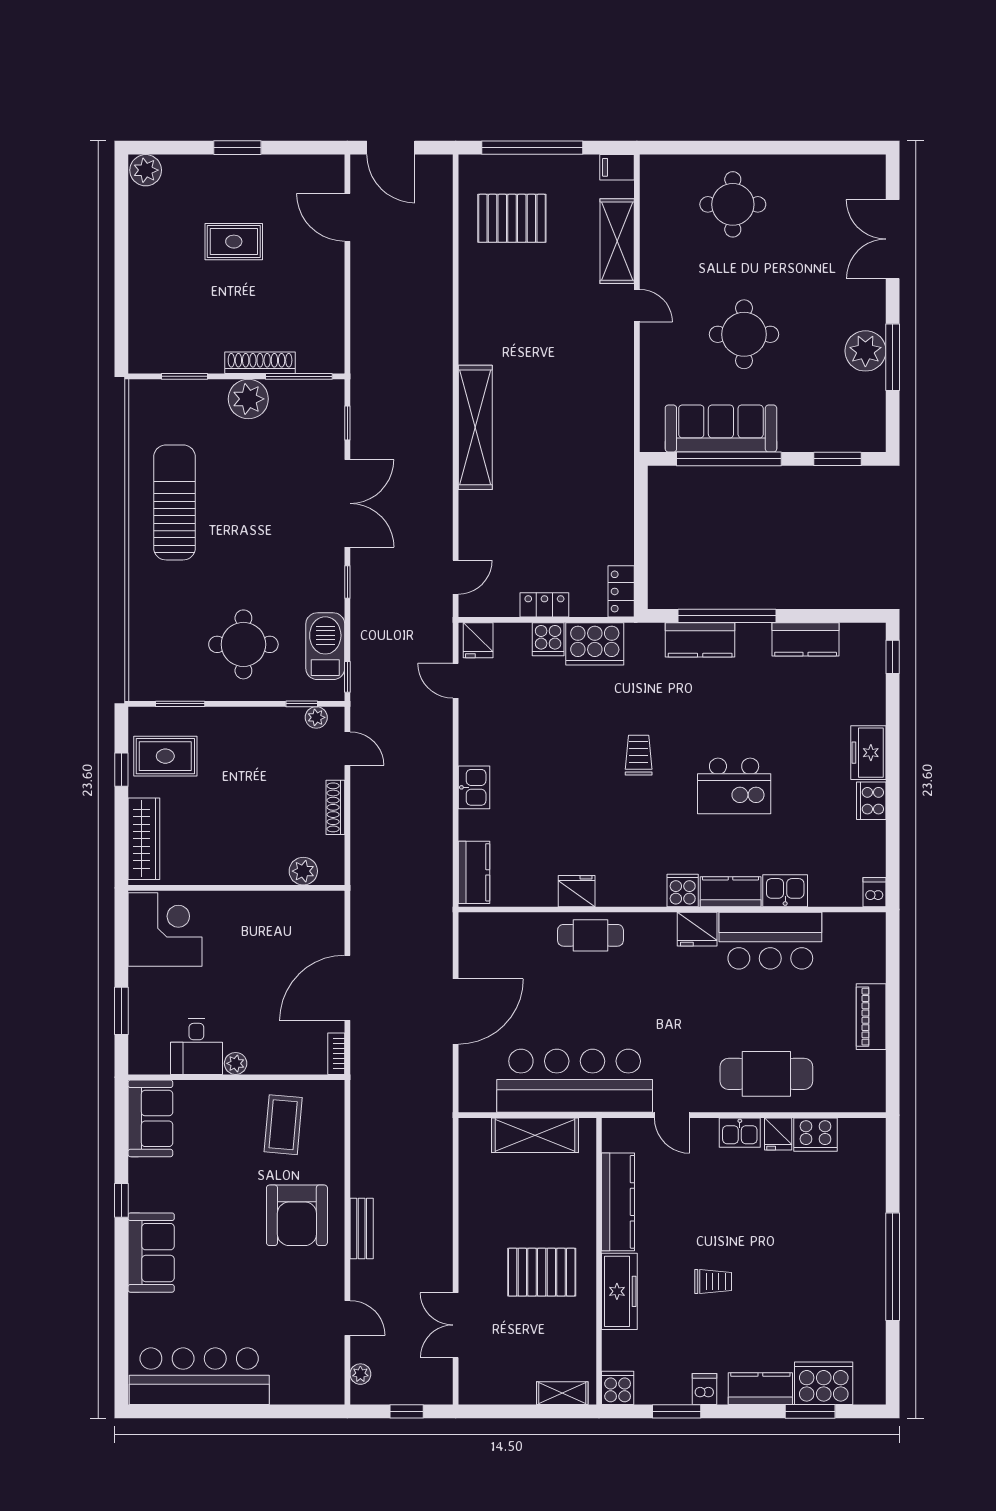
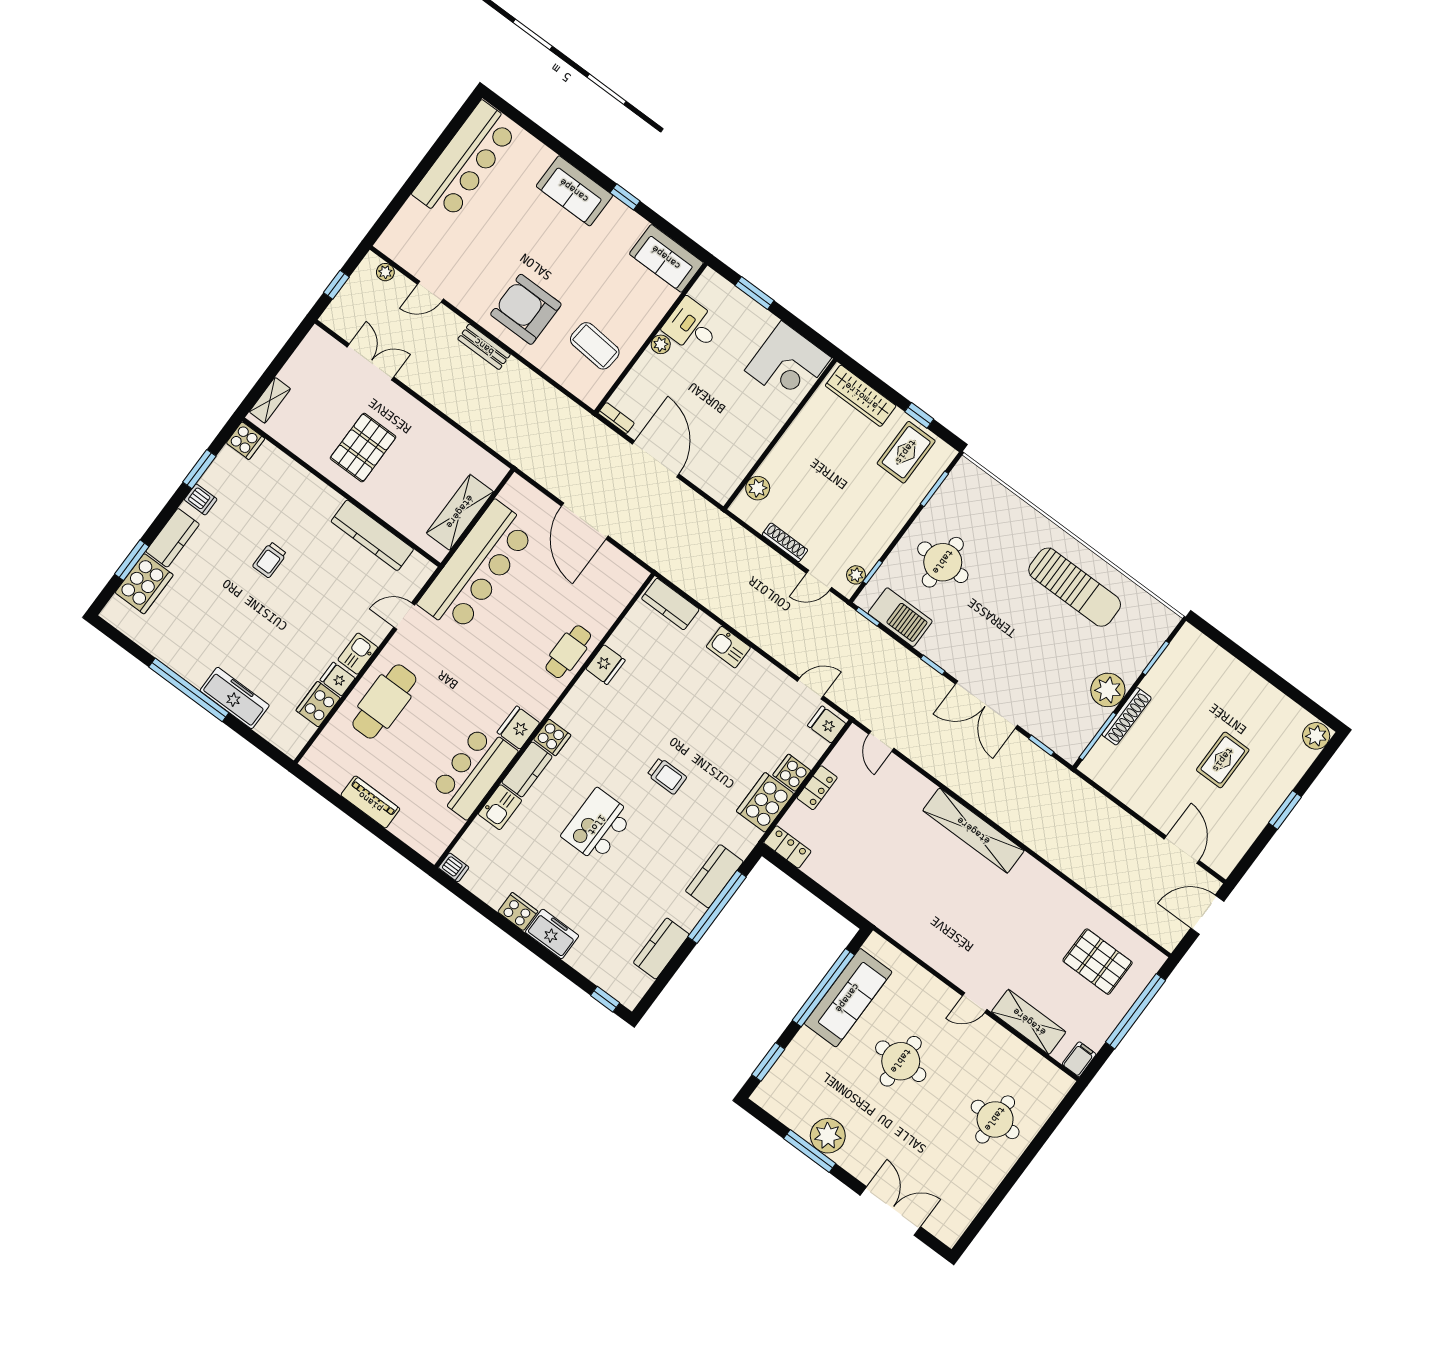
door: (347, 217) -> (1182, 850), hinge flipped
pallet: (512, 218) -> (1098, 962), turned 90
freezer: (619, 1291) -> (235, 698), moved, turned 180

